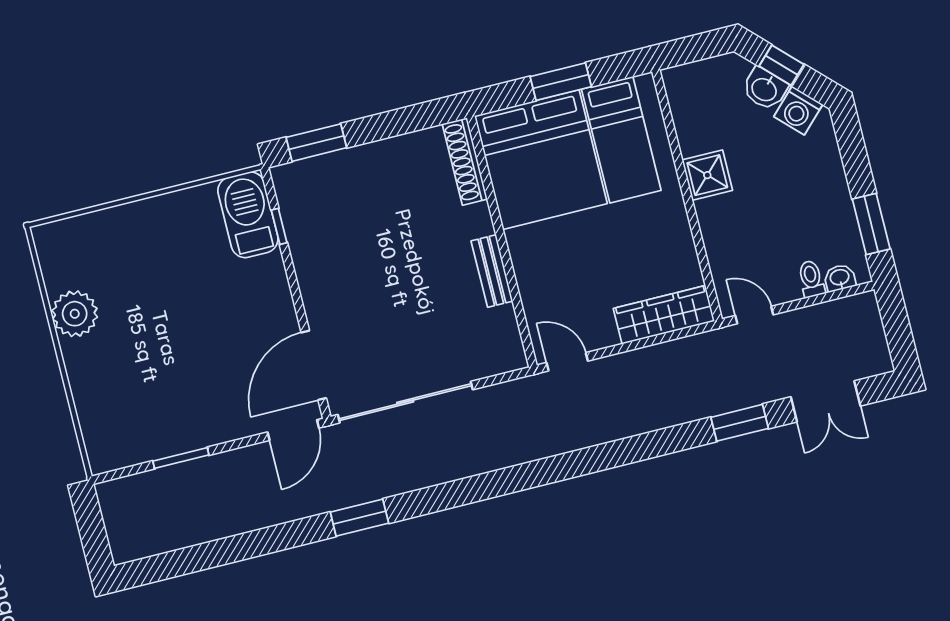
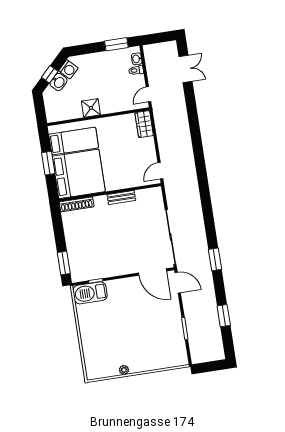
plant: (75, 314) -> (124, 370), width x0.53, depth x0.53
wardrobe: (664, 315) -> (144, 124), width x0.67
window: (740, 423) -> (224, 316), moved

